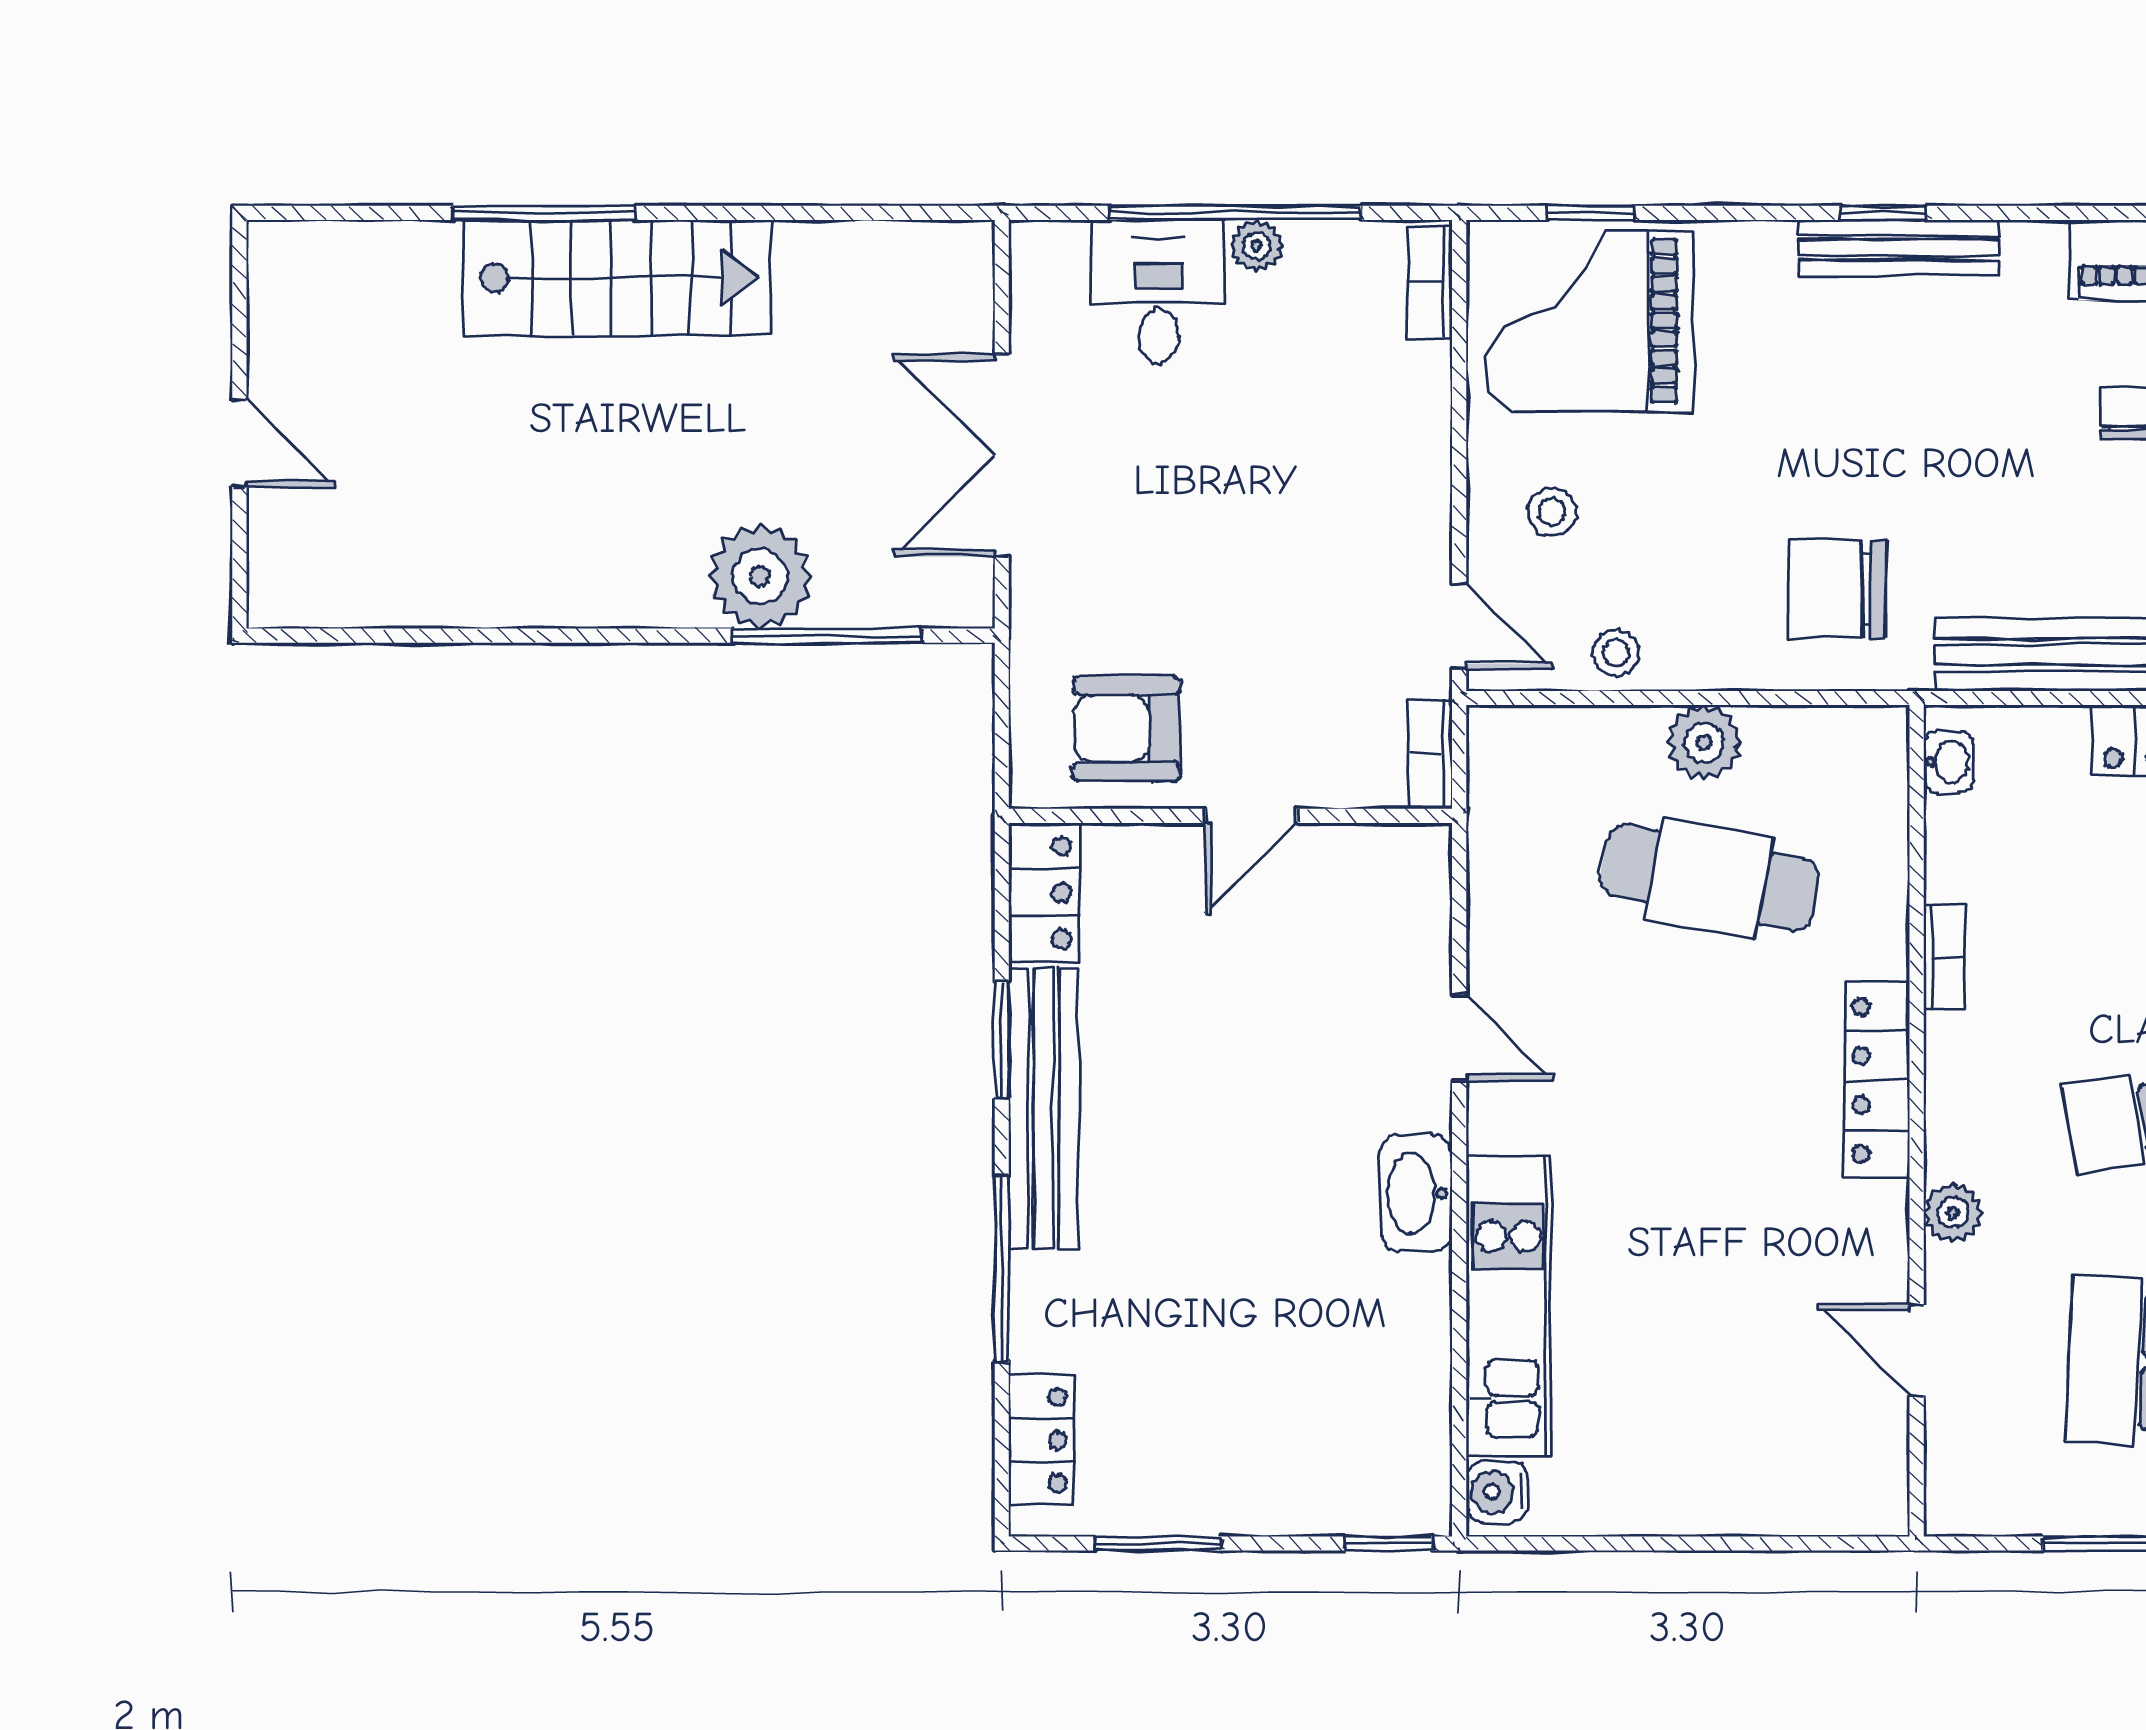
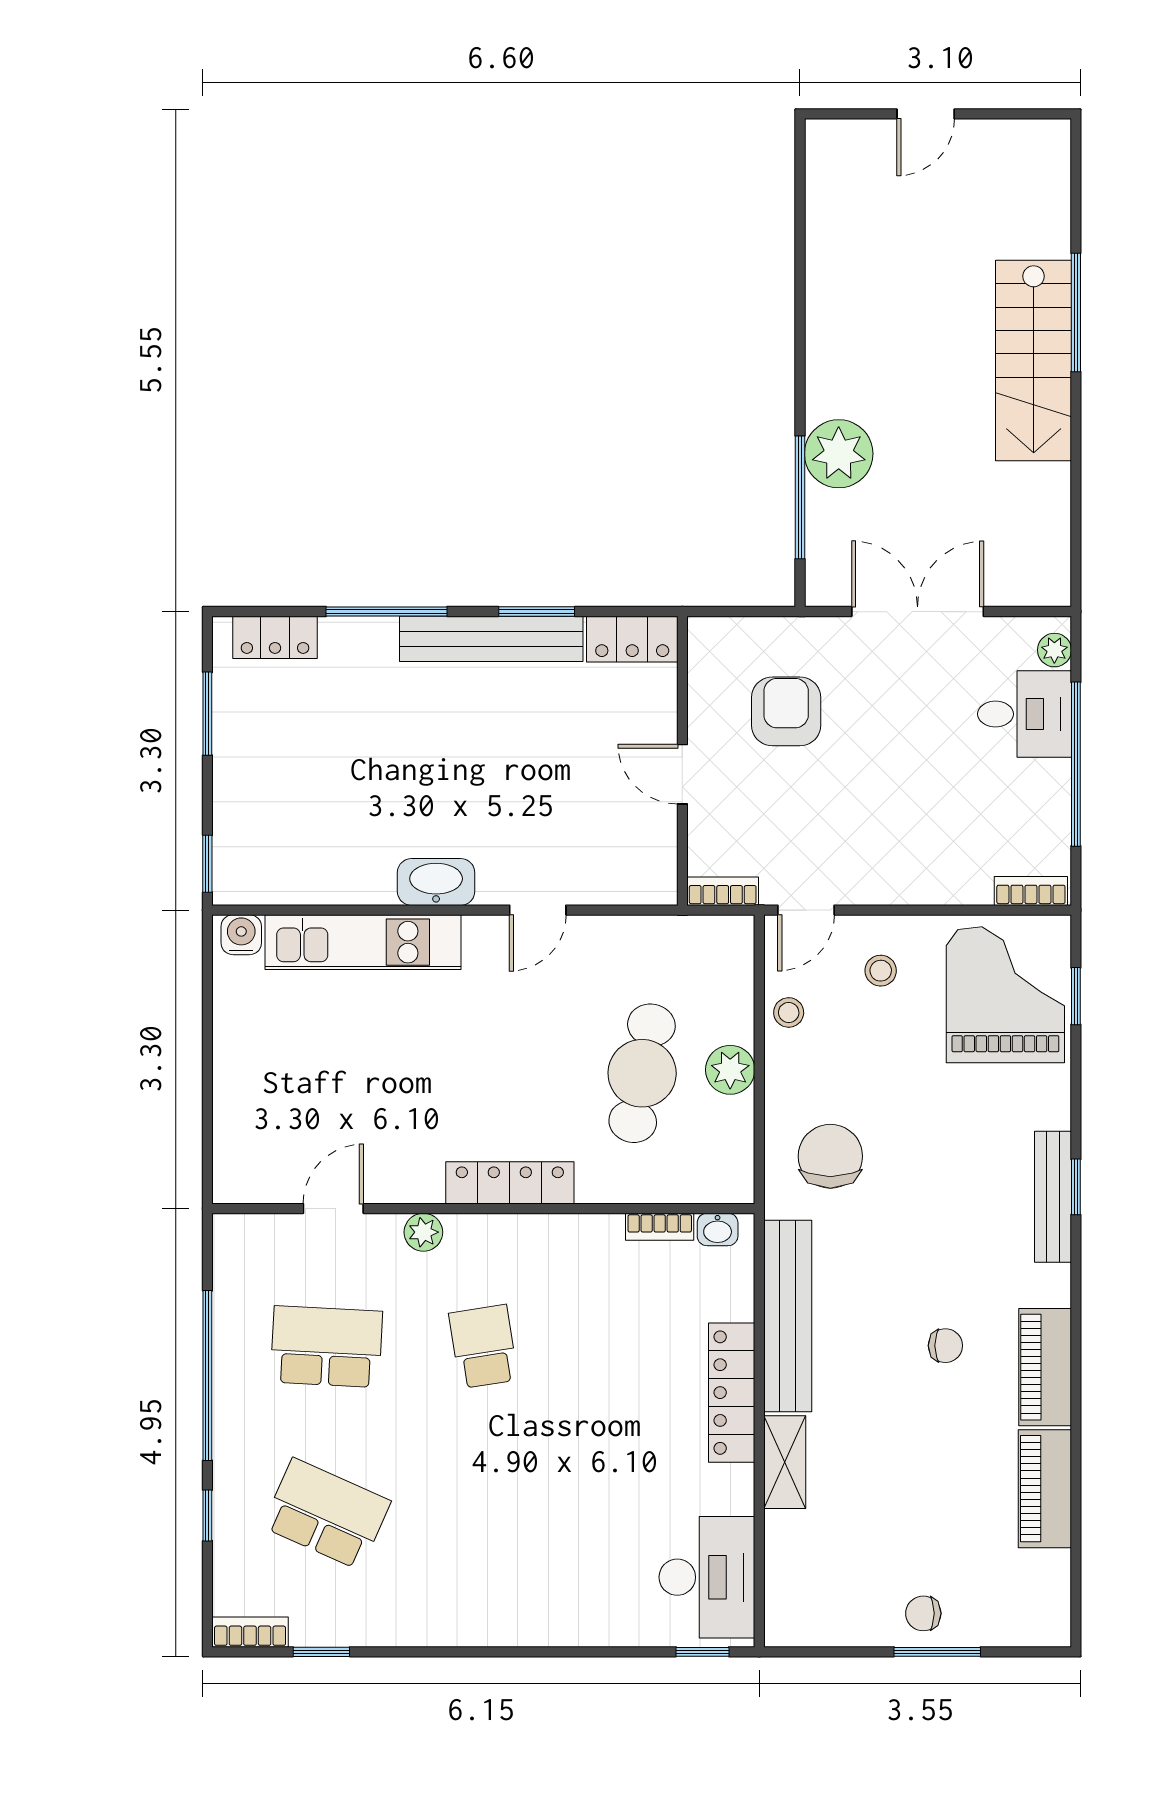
plant: (1257, 246) -> (1054, 650), moved
armchair: (1126, 729) -> (786, 711), moved
bookcase: (1944, 958) -> (660, 1227), moved

